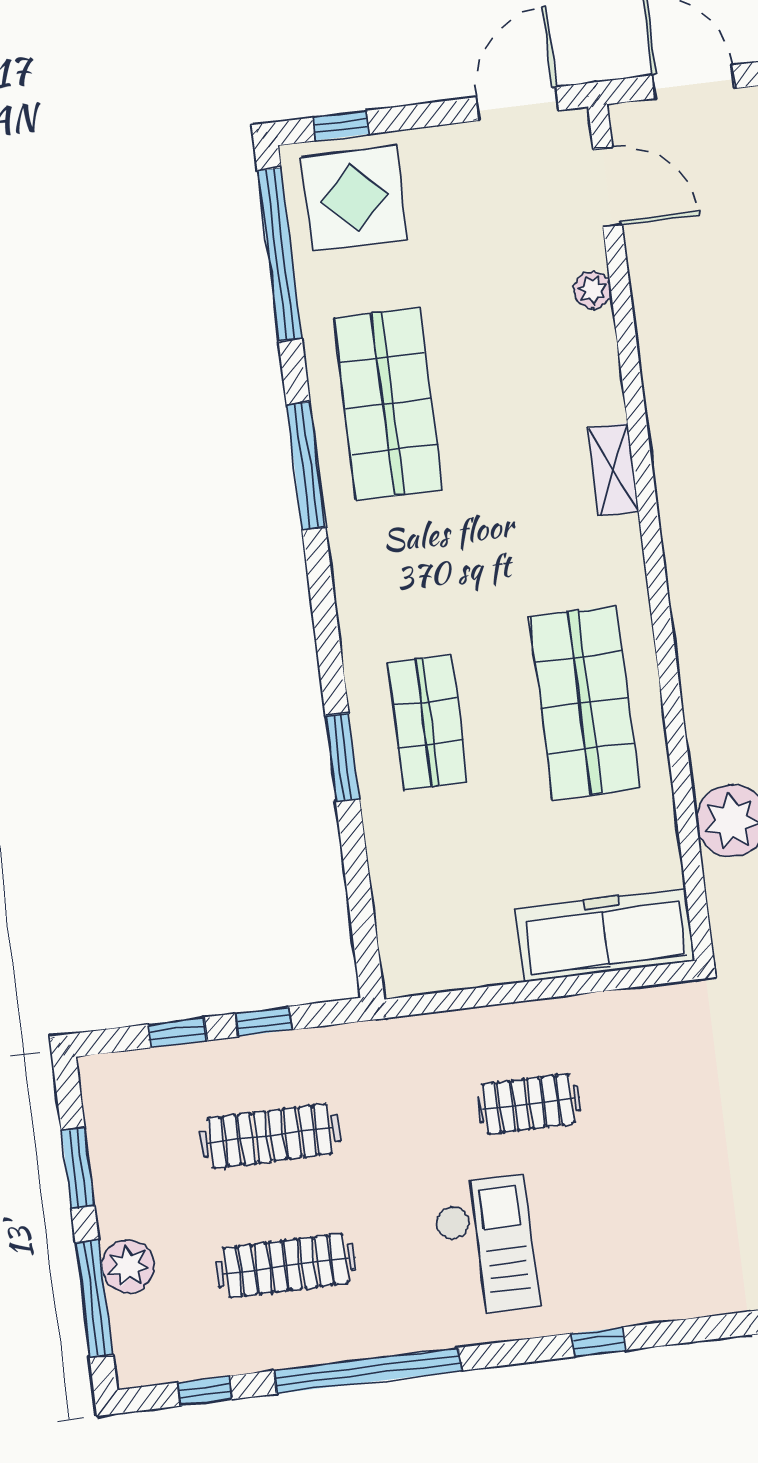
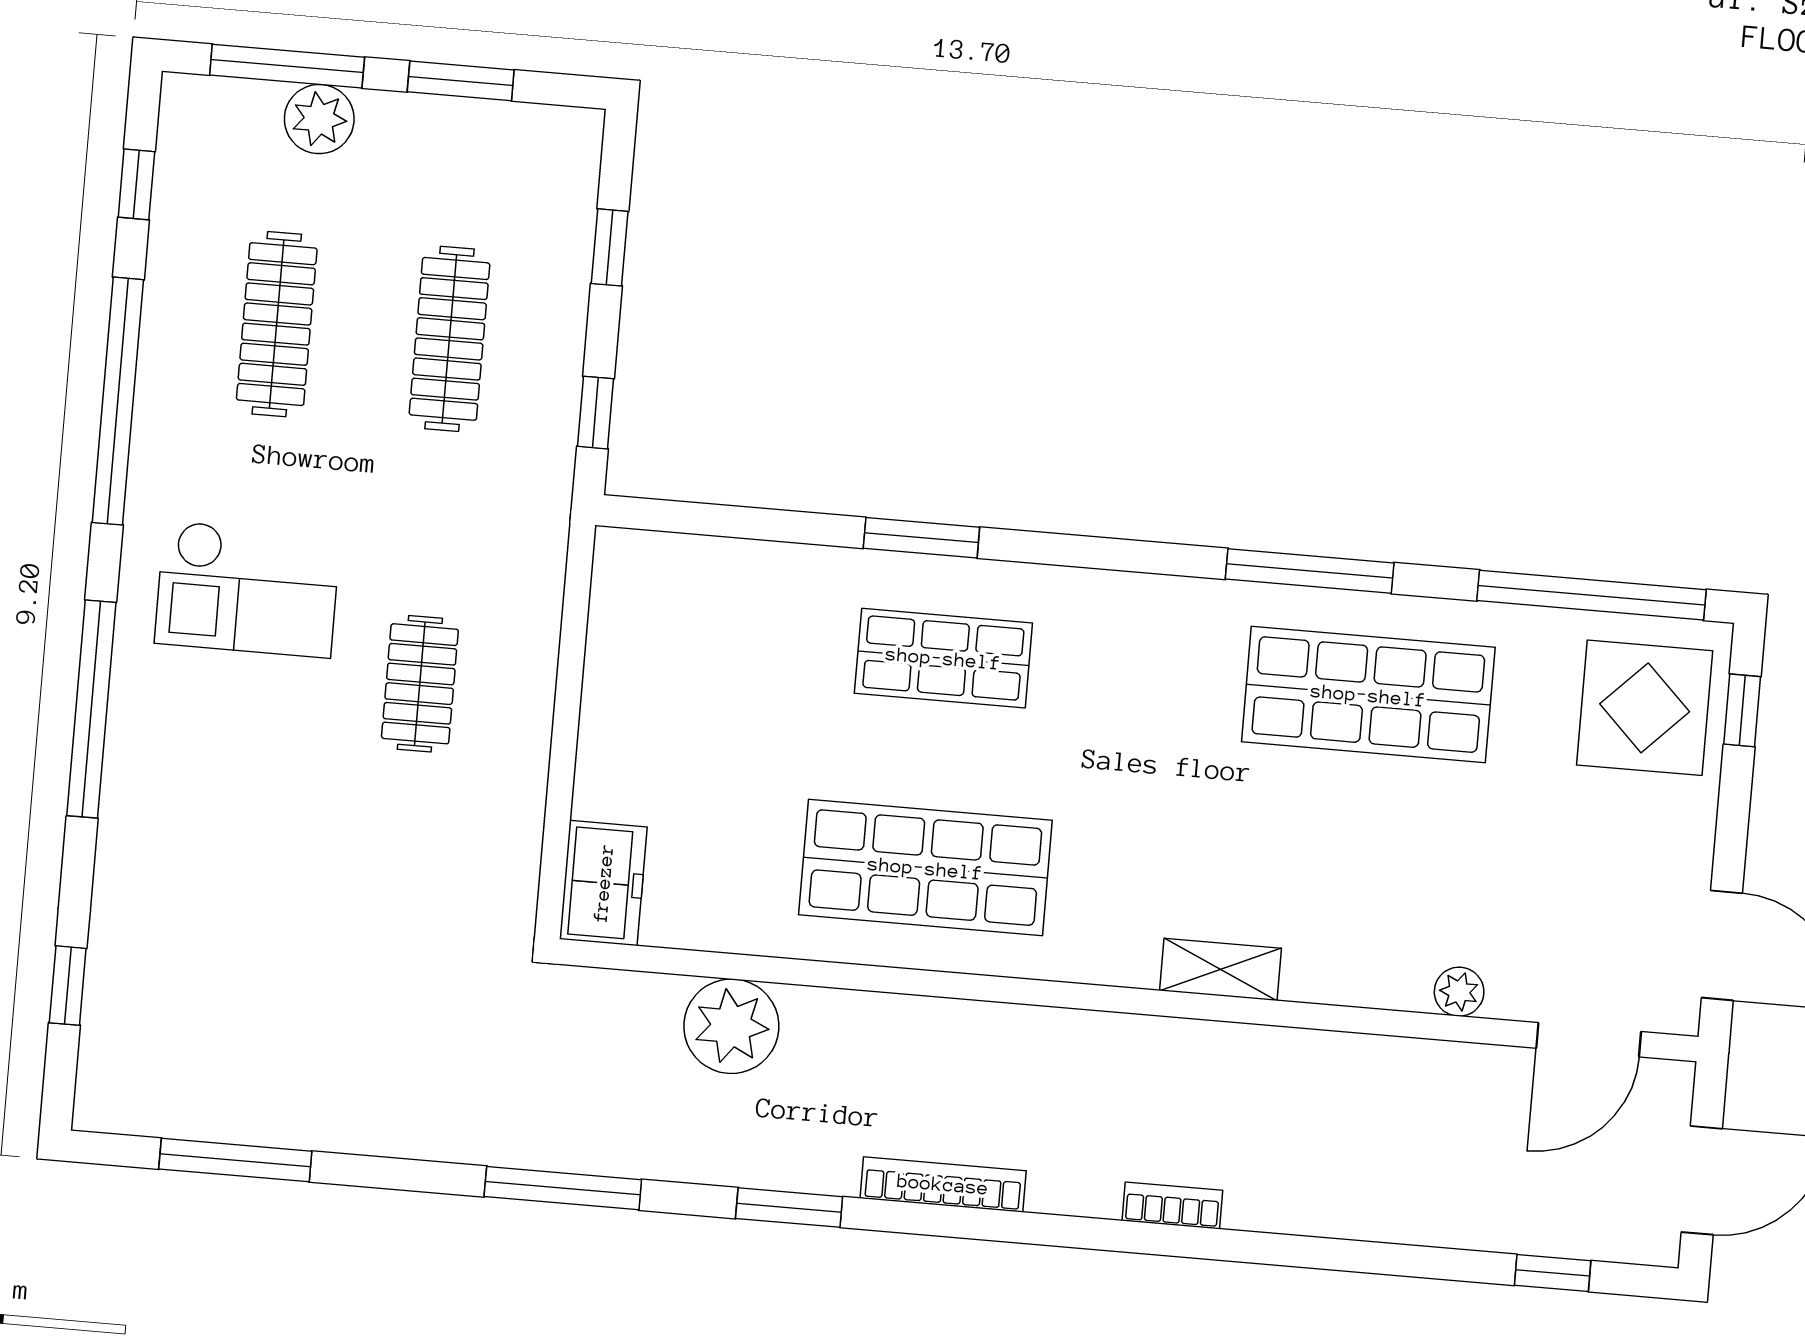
freezer: (605, 935) -> (603, 883), width x0.52, depth x0.79
window: (263, 1022) -> (595, 413), moved
window: (598, 1342) -> (91, 709), width x3.17

